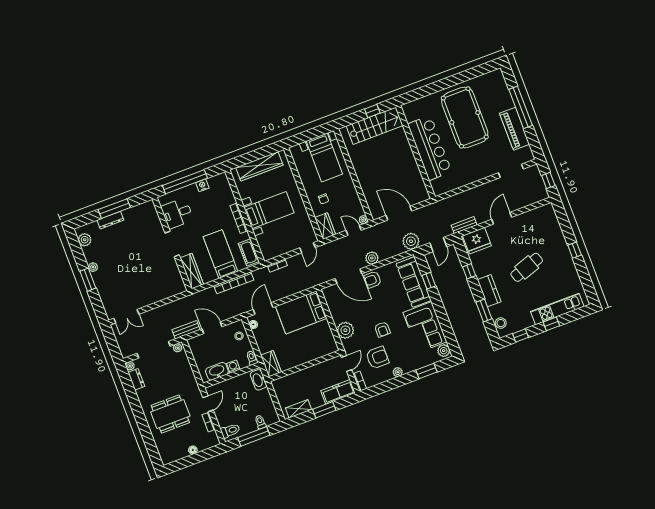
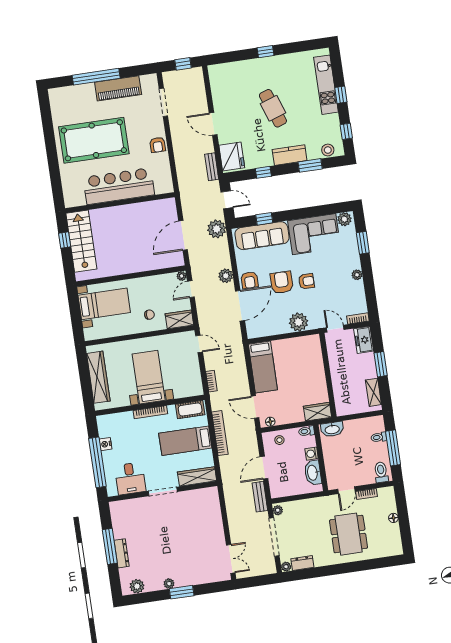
armchair: (473, 174) -> (158, 145), added
bed: (301, 312) -> (263, 367), width x0.67
armchair: (377, 358) -> (282, 282), moved
freezer: (338, 392) -> (364, 340), width x0.71
door: (208, 404) -> (346, 490), swing flipped

